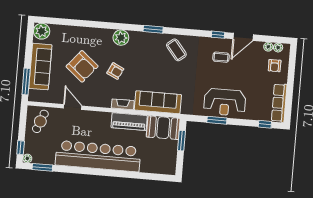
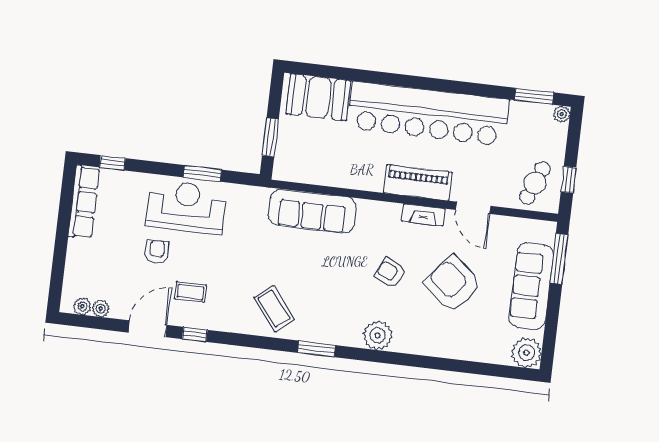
armchair: (275, 66) -> (157, 252), moved
fireplace: (123, 104) -> (423, 215), moved
piano: (129, 122) -> (418, 183), moved
booth: (163, 128) -> (319, 97), moved
window: (21, 148) -> (568, 180), moved

